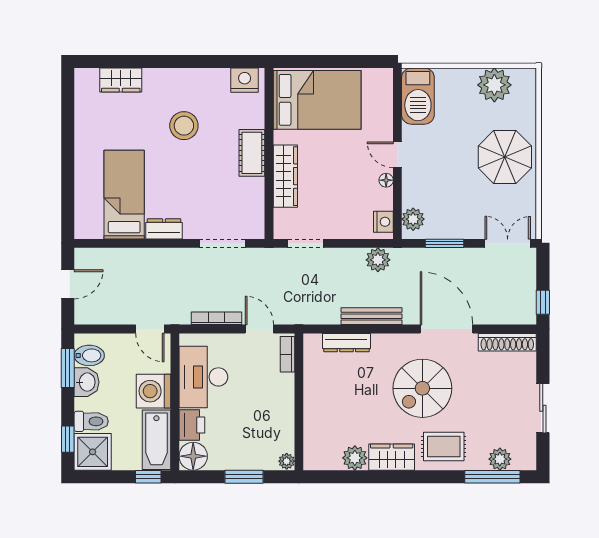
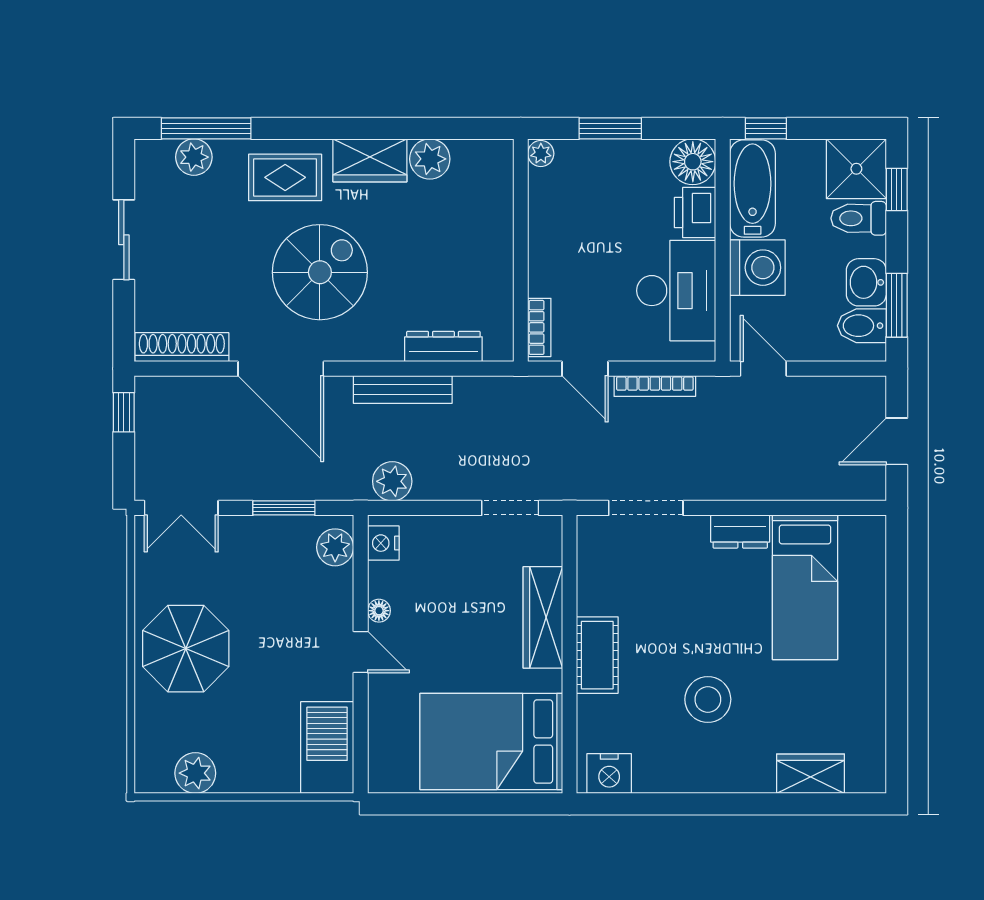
plant: (494, 85) -> (195, 773), width x0.73, depth x0.73

